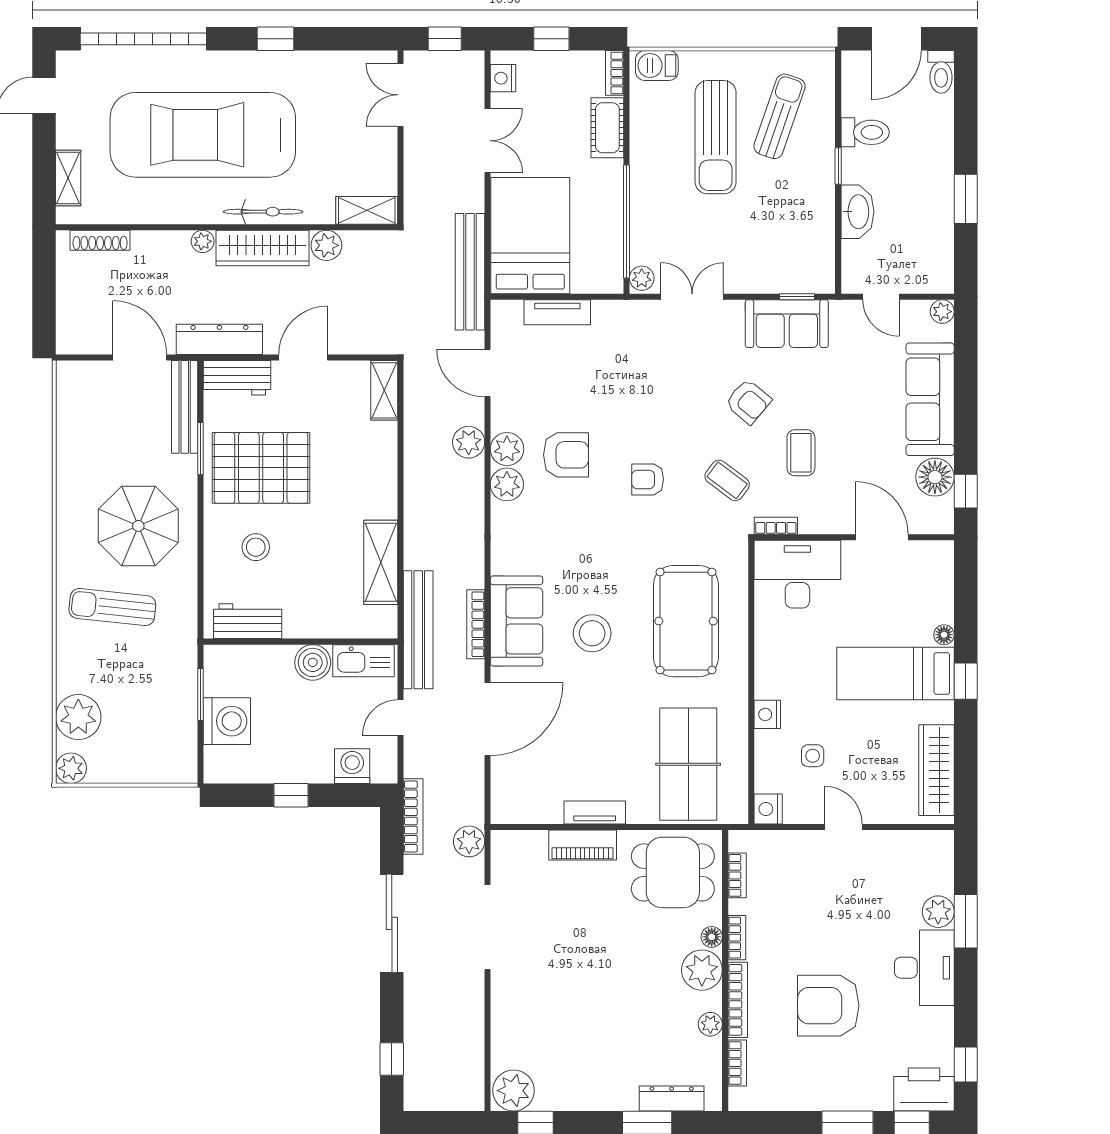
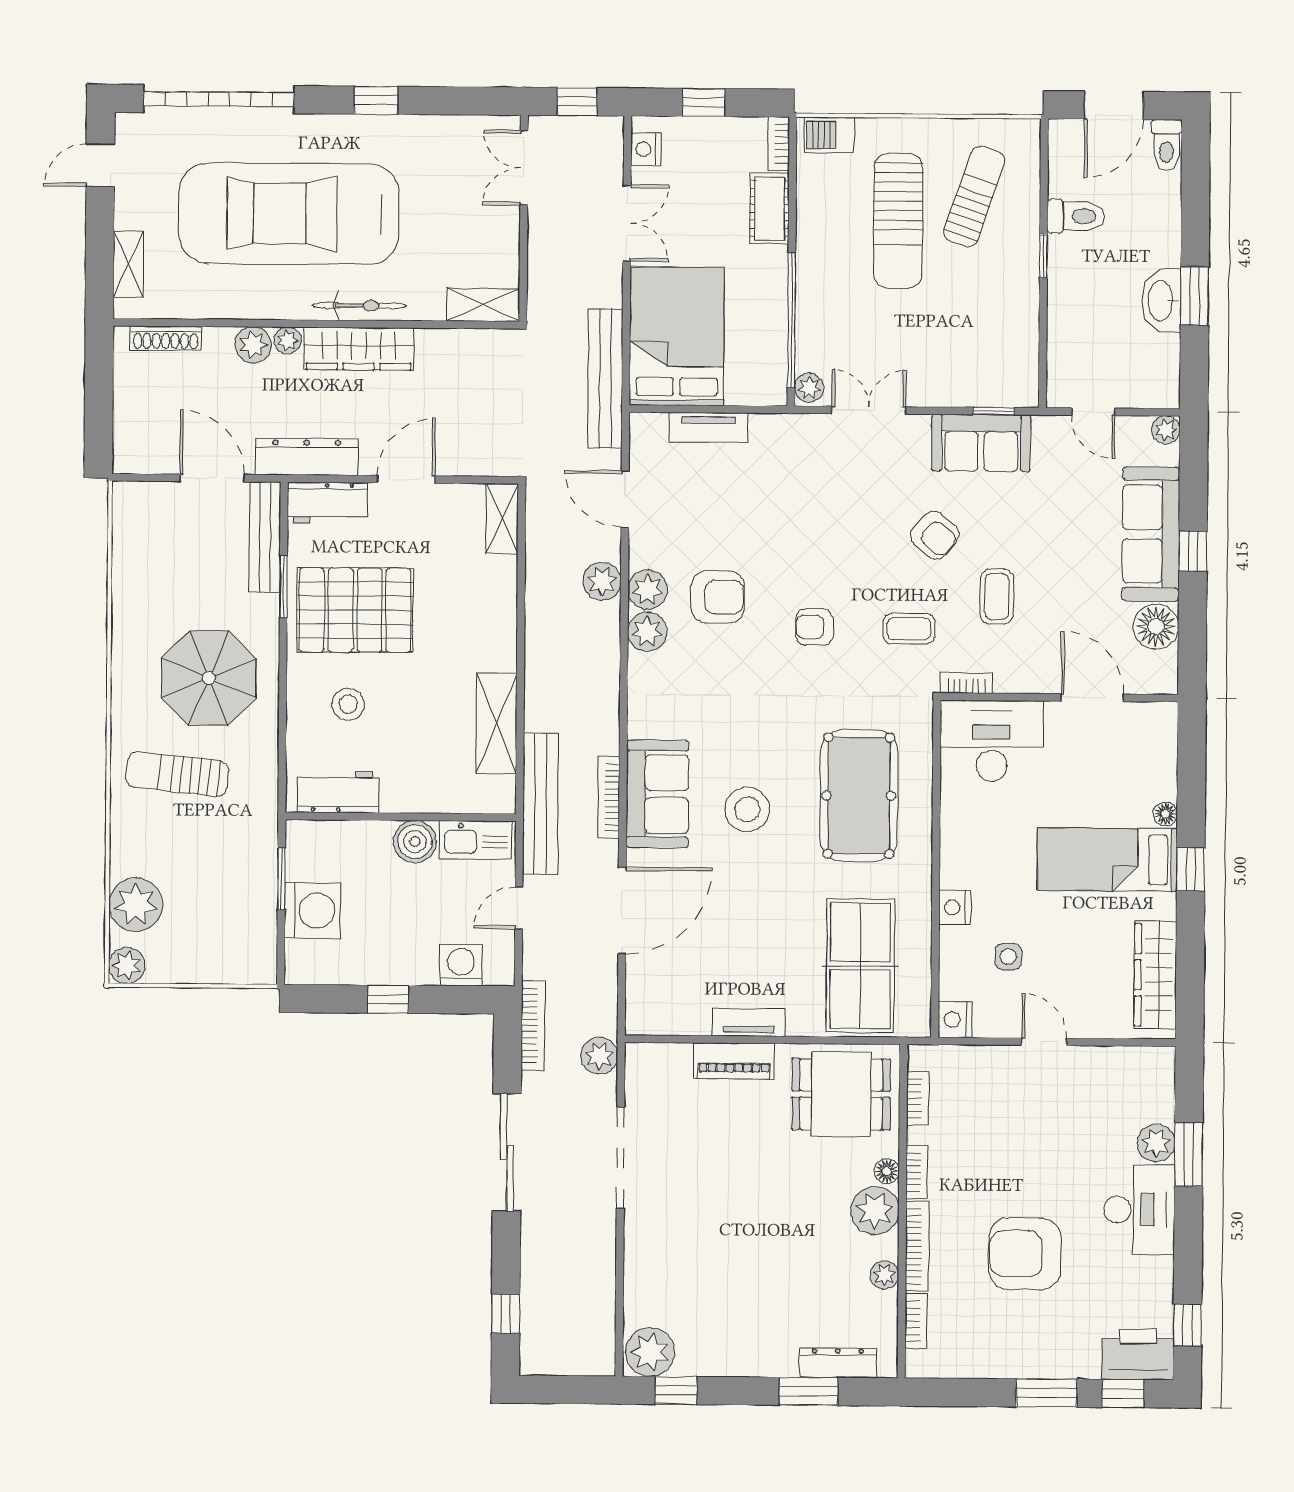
washbasin: (857, 212) -> (1161, 301), moved, turned 180
plant: (326, 245) -> (253, 345), moved
coffee table: (727, 480) -> (909, 629), turned -37
window: (966, 491) -> (1193, 551), moved

